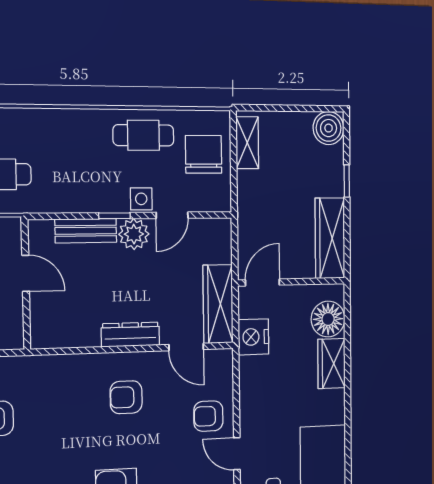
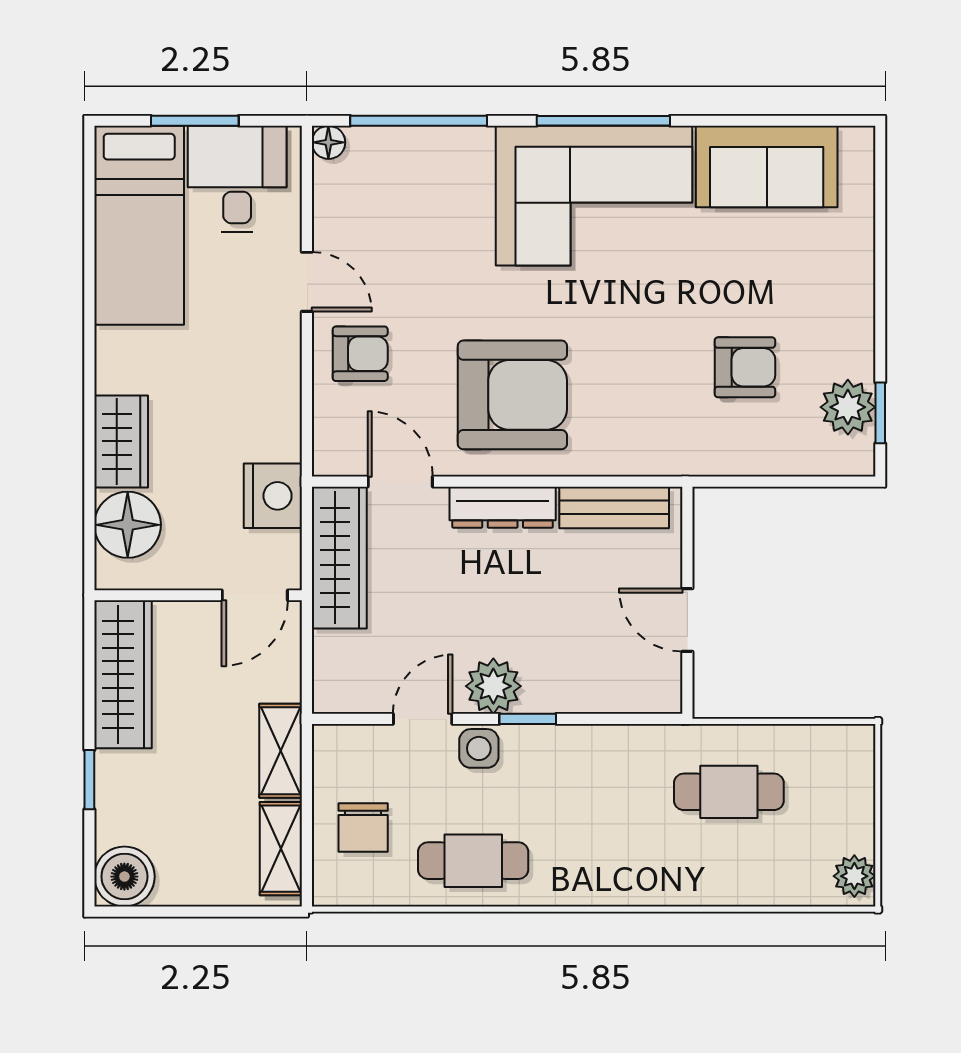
chair: (204, 154) -> (363, 828), width x0.73, depth x0.73
shelving: (248, 197) -> (281, 751), added
bench: (86, 231) -> (614, 507), moved
armchair: (126, 397) -> (512, 395), width x1.88, depth x1.88

